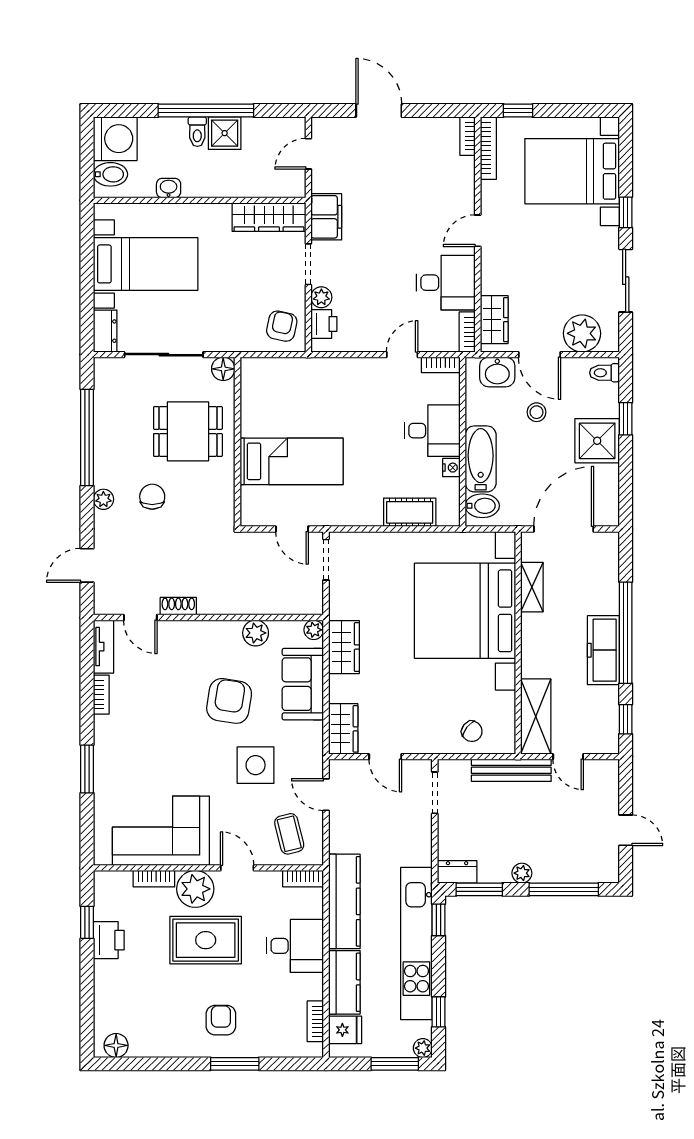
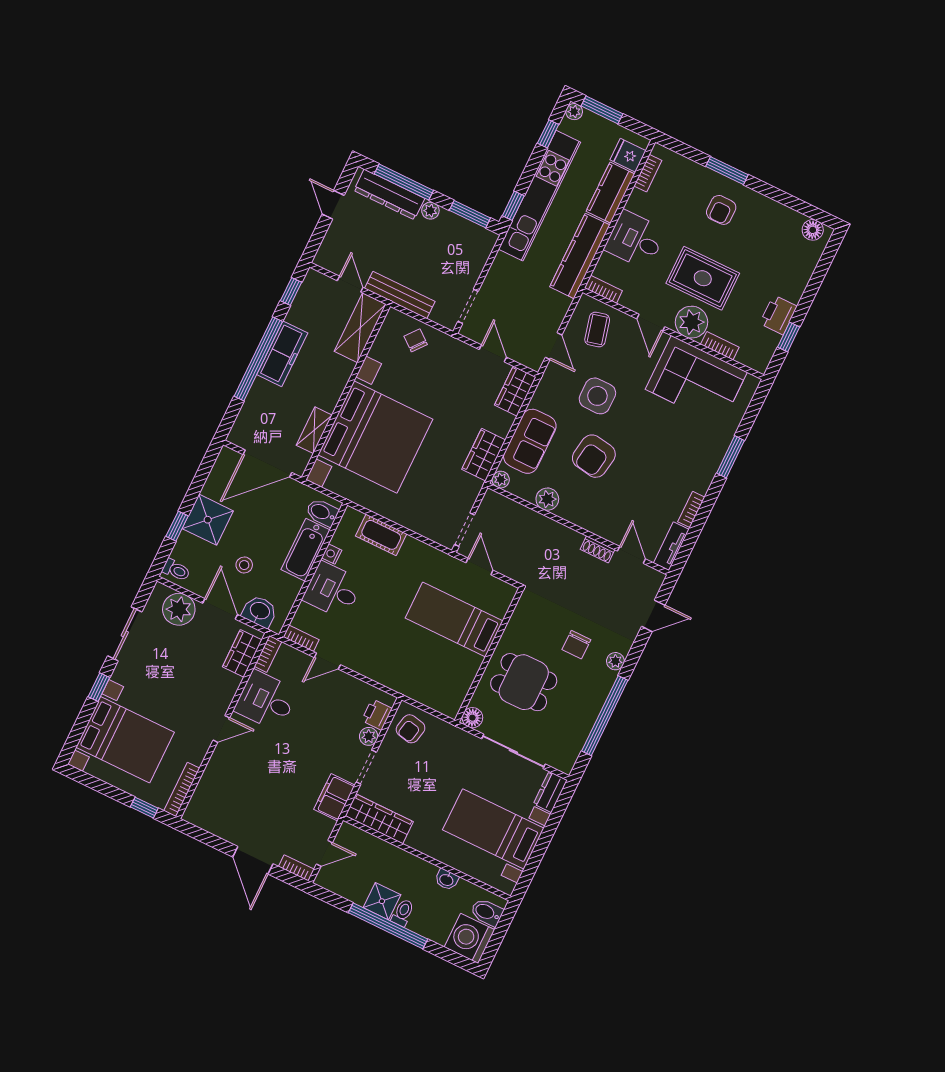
bookcase: (468, 136) -> (296, 868), moved, turned -90
dresser: (457, 872) -> (389, 194), moved, width x1.96, depth x1.24

